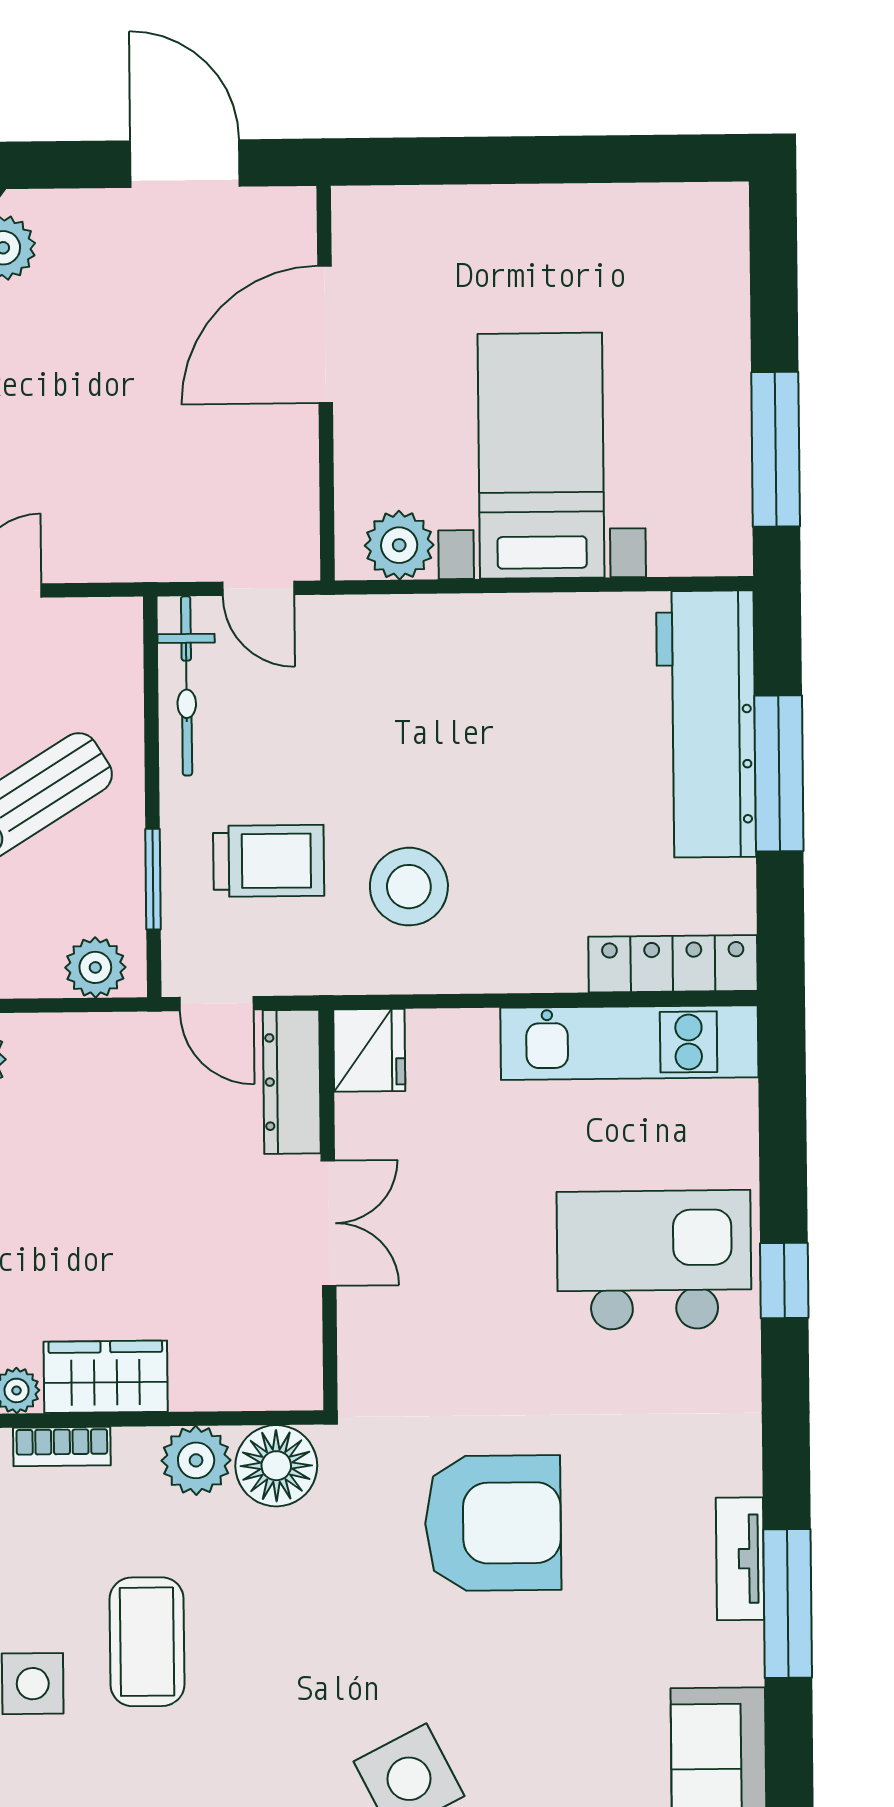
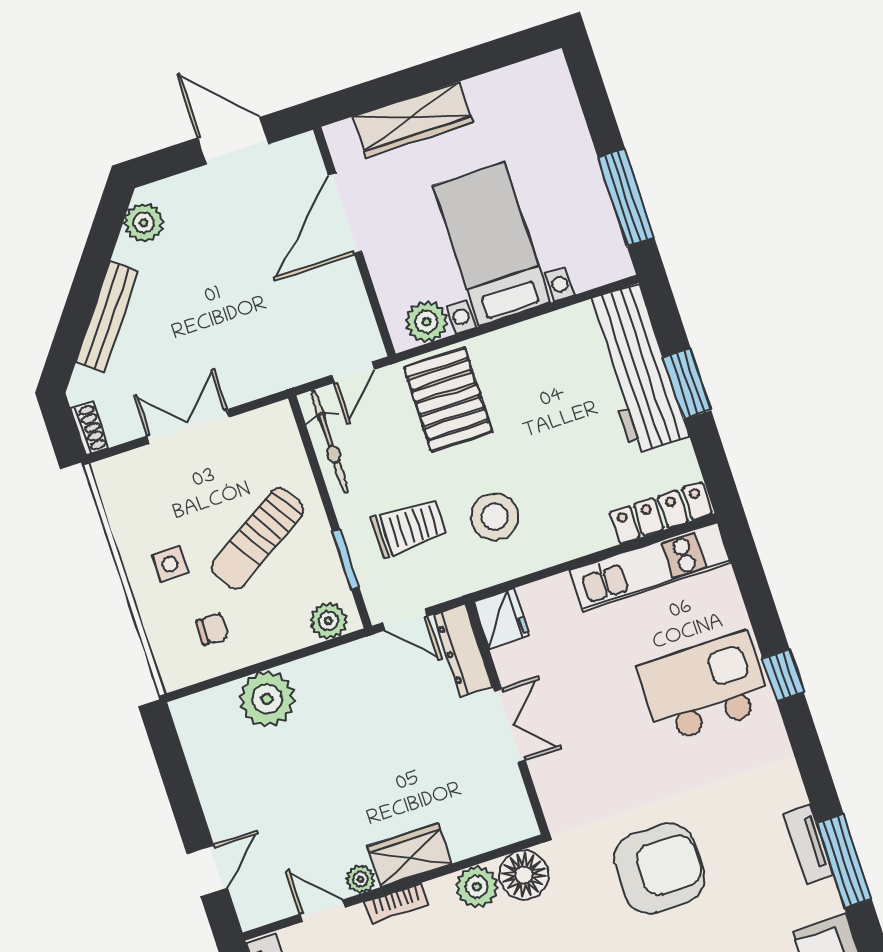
wardrobe: (479, 220) -> (413, 120), added
door: (258, 588) -> (353, 372), hinge flipped
pallet: (394, 679) -> (448, 400), added
window: (779, 773) -> (687, 384), width x0.69

